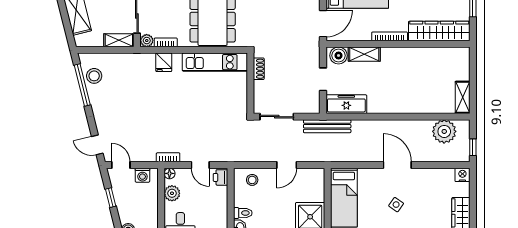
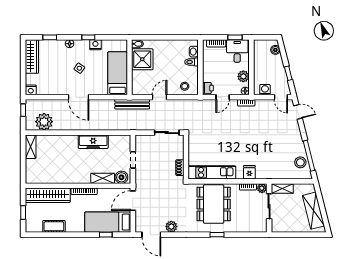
freezer: (346, 104) -> (93, 142), moved
bench: (327, 126) -> (132, 104), moved
door: (200, 165) -> (223, 97), swing flipped

